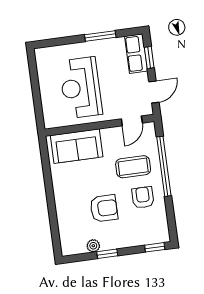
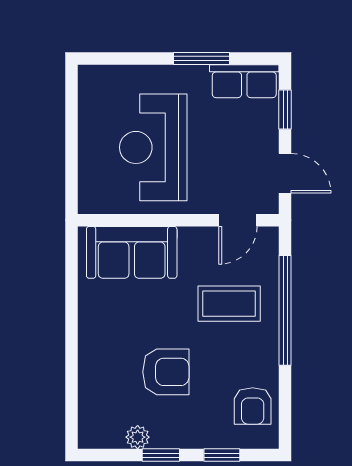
row of seats: (136, 54) -> (244, 81), moved, turned -90
door: (154, 92) -> (285, 173), hinge flipped
armchair: (143, 197) -> (253, 406), moved, turned 180
window: (155, 247) -> (222, 455), moved

